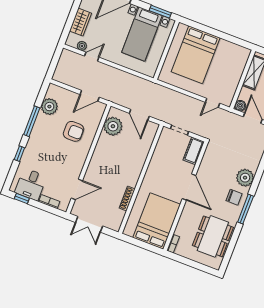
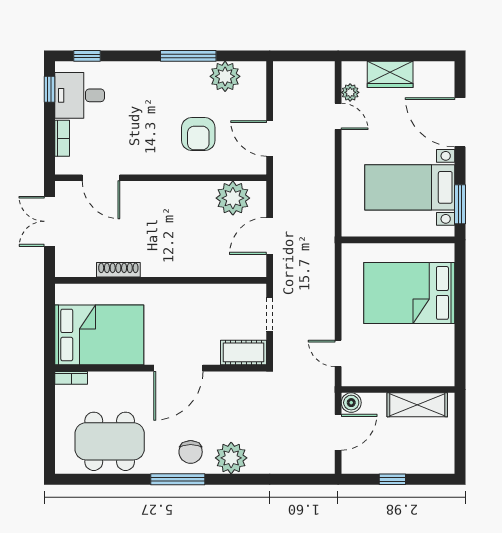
window: (19, 154) -> (87, 56), moved

